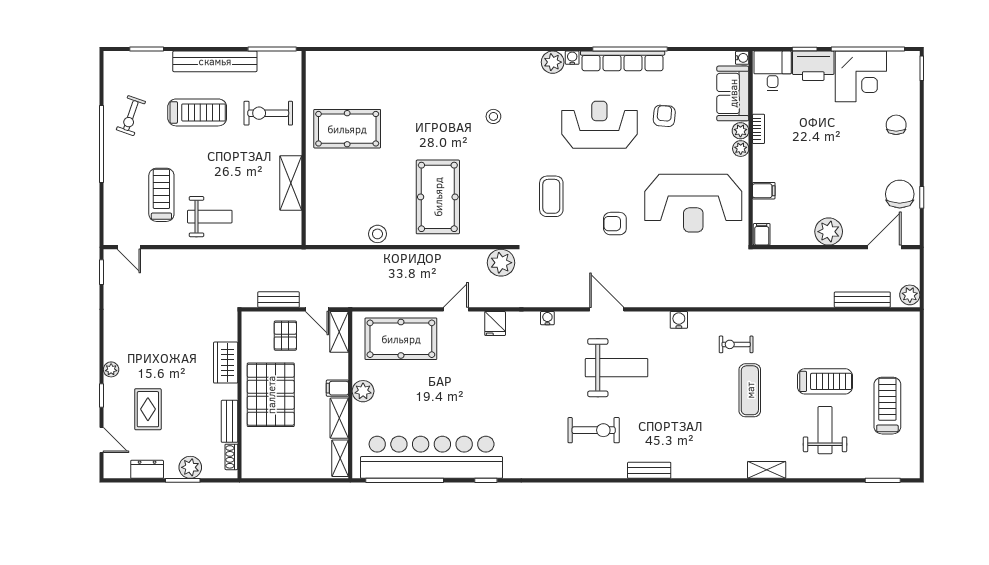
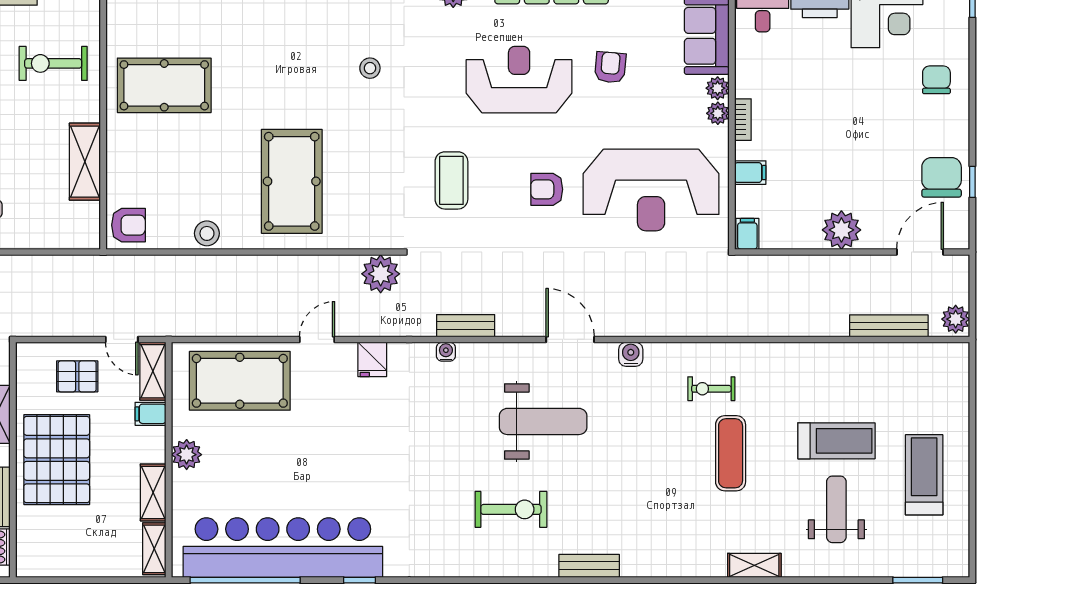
bookcase: (759, 129) -> (743, 120), moved
armchair: (615, 224) -> (547, 189), moved
armchair: (322, 228) -> (128, 225), added
bench: (279, 300) -> (466, 326), moved
door: (607, 309) -> (570, 339), moved
pallet: (285, 336) -> (77, 376), turned 90
filing cabinet: (337, 388) -> (151, 414), moved

